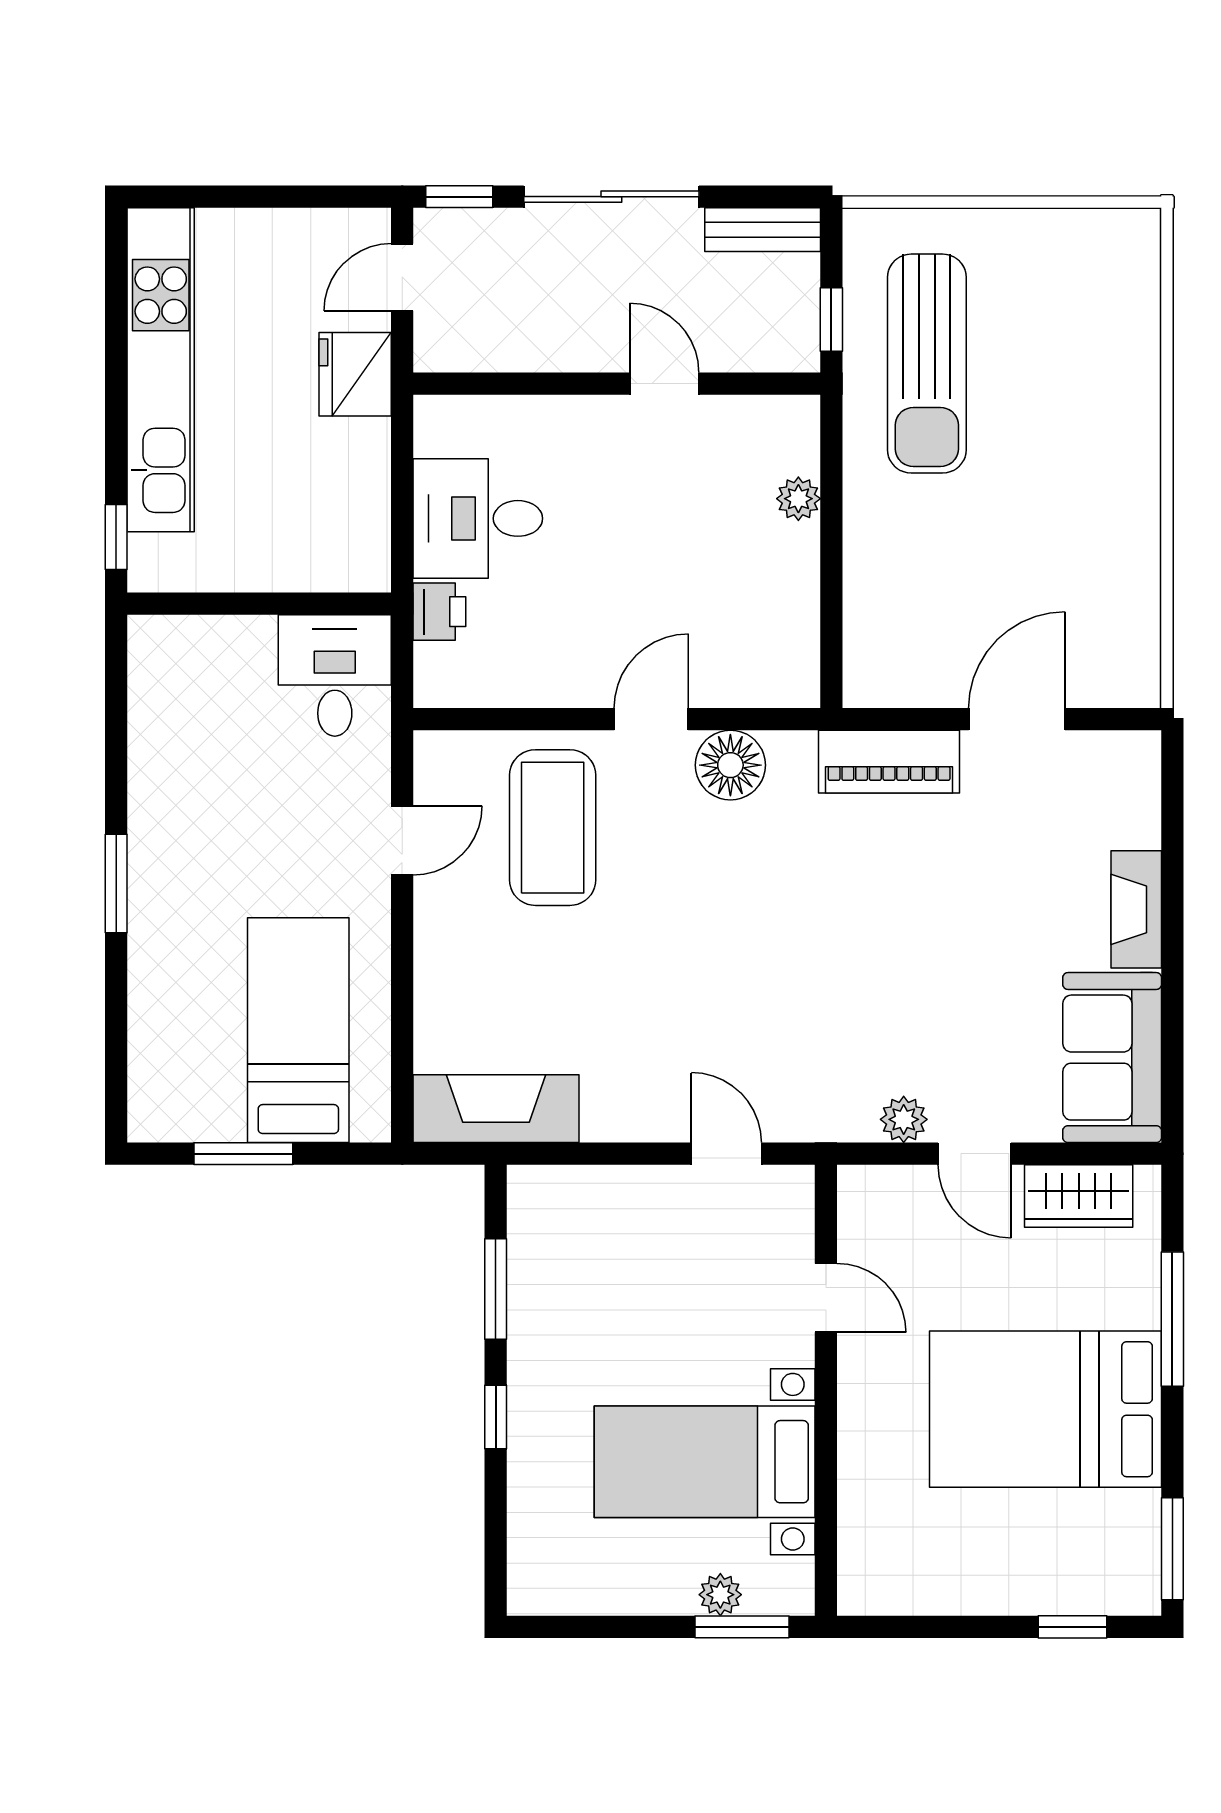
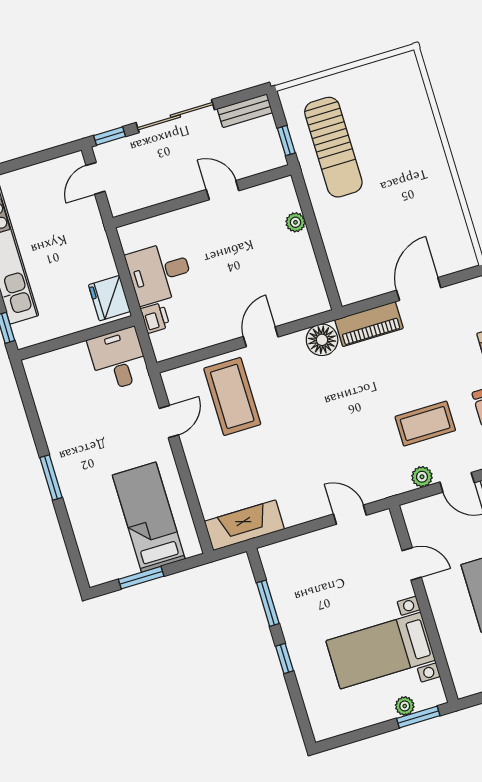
fridge: (355, 374) -> (109, 298), moved
floor lamp: (730, 765) -> (322, 340), moved
coffee table: (945, 1009) -> (425, 424), added

